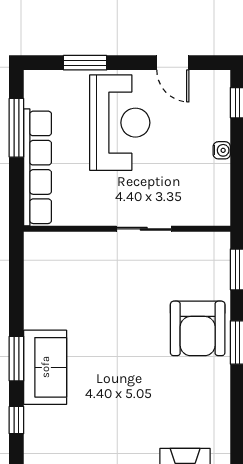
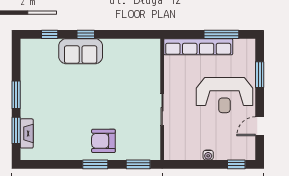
armchair: (198, 328) -> (103, 141), width x0.73, depth x0.73
window: (16, 359) -> (86, 34), width x0.67

